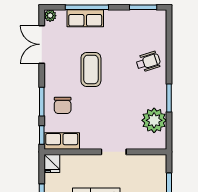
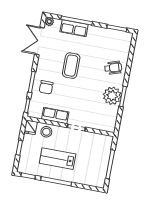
plant: (154, 120) -> (112, 96), moved
row of seats: (62, 141) -> (55, 115), moved
stool: (74, 165) -> (46, 132), added

